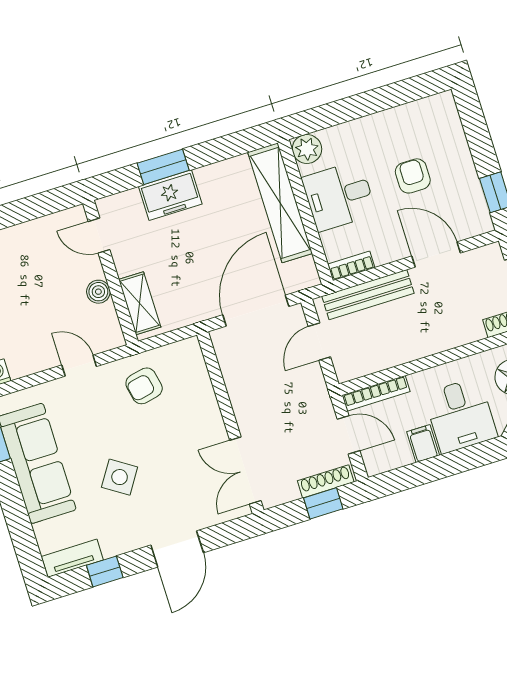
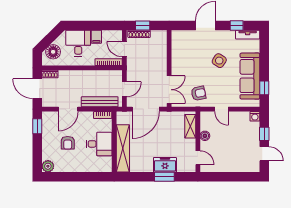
plant: (307, 149) -> (48, 166), moved
door: (436, 255) -> (68, 109), hinge flipped
double door: (245, 470) -> (169, 90), moved

